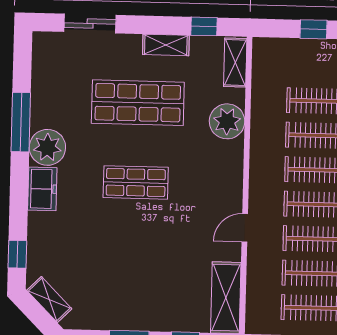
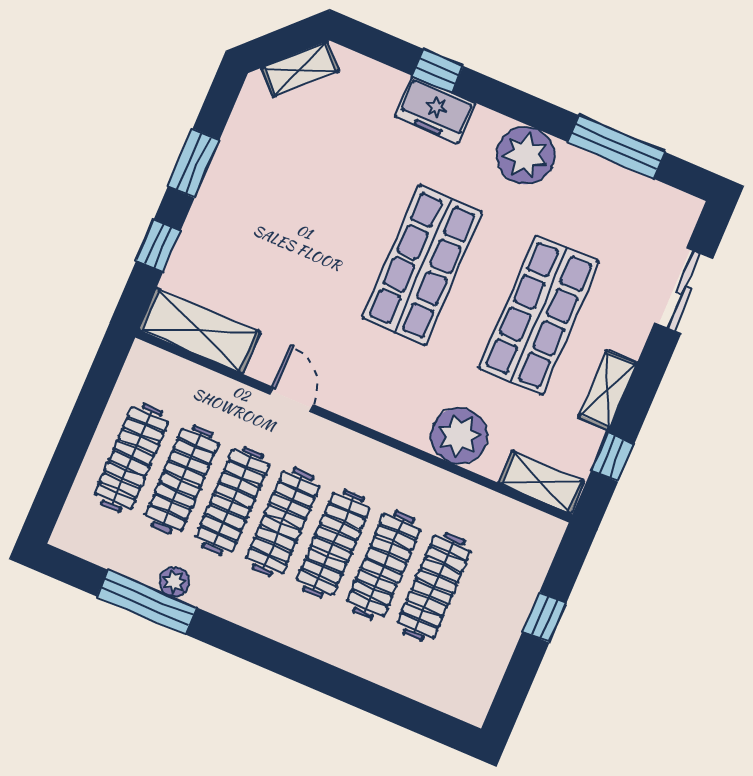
window: (21, 122) -> (616, 147), moved
shop shelf: (136, 182) -> (422, 265), width x1.43, depth x1.36
freezer: (42, 189) -> (435, 110), moved
window: (17, 254) -> (438, 71), moved

